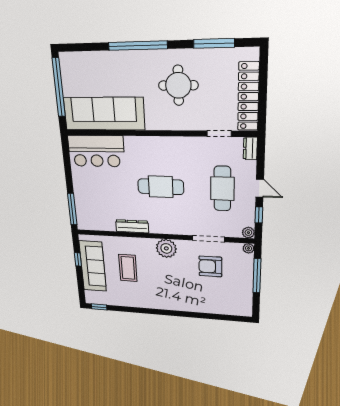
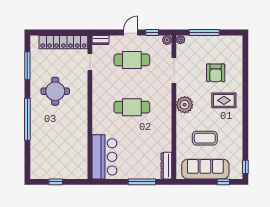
window: (59, 87) -> (56, 182), width x0.32
sofa: (104, 114) -> (75, 148), removed
cafe table: (161, 187) -> (132, 107), turned 90
window: (72, 209) -> (142, 182), moved
dresser: (132, 226) -> (166, 166), moved
window: (78, 259) -> (223, 182), moved
armchair: (210, 266) -> (216, 73), moved
rug: (173, 291) -> (224, 100), added

